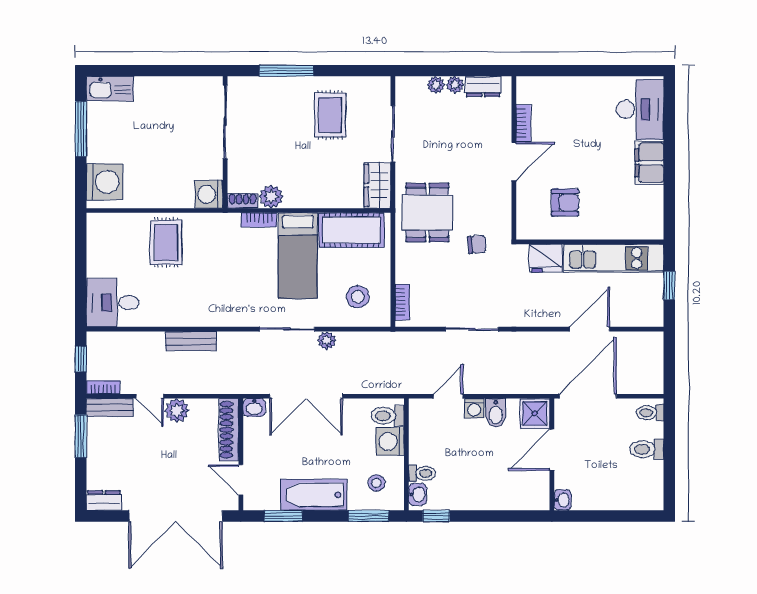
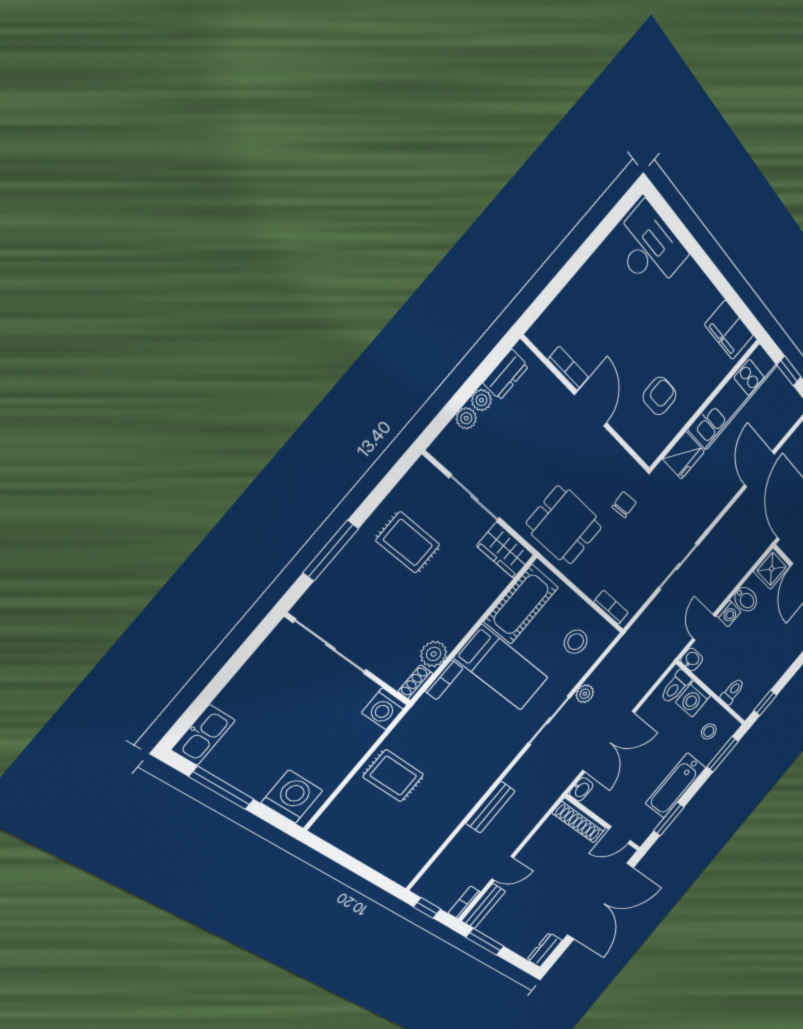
filing cabinet: (649, 163) -> (729, 330), moved
desk: (113, 303) -> (405, 854), removed
plant: (177, 410) -> (531, 853), removed
washbasin: (418, 494) -> (692, 660), moved

